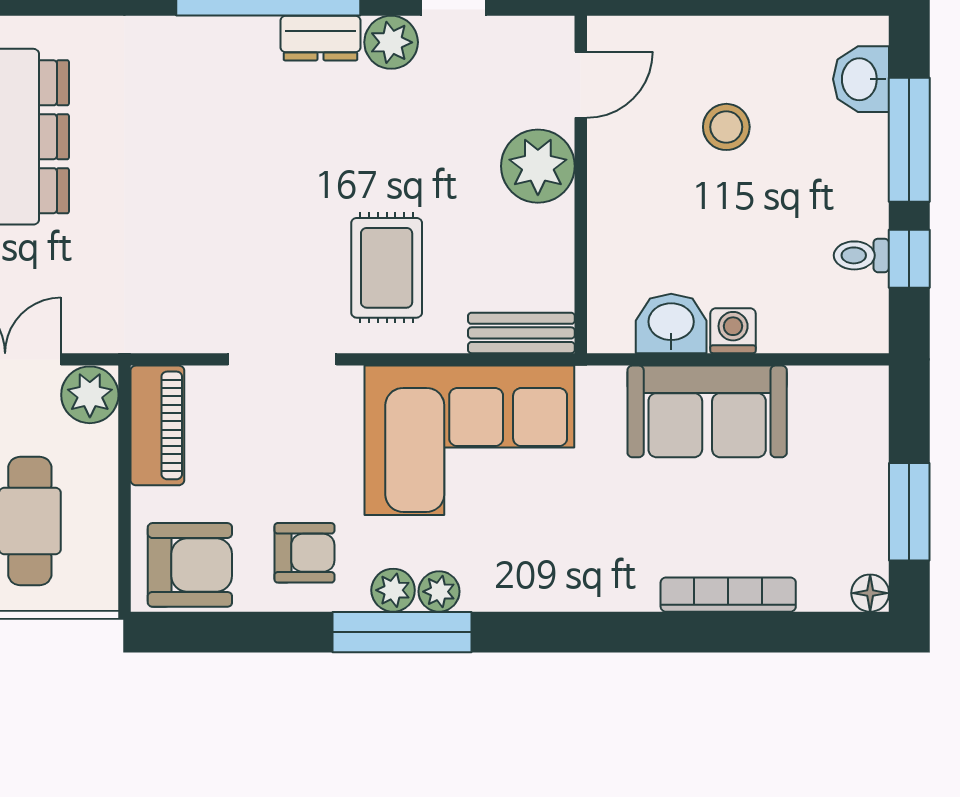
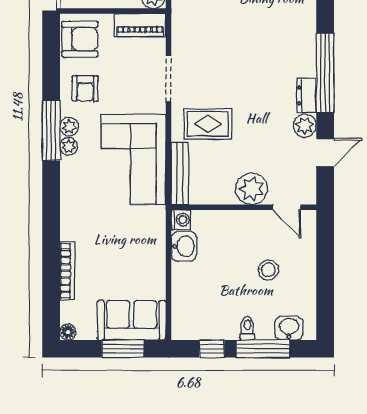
toilet: (861, 255) -> (247, 328), moved
washing machine: (733, 331) -> (181, 220), moved
bench: (521, 333) -> (180, 173), width x1.36
sofa: (707, 411) -> (132, 320), moved, turned 90
window: (909, 512) -> (123, 349), moved
armchair: (190, 565) -> (80, 39), turned -90

